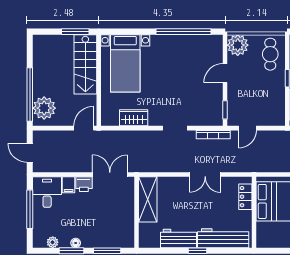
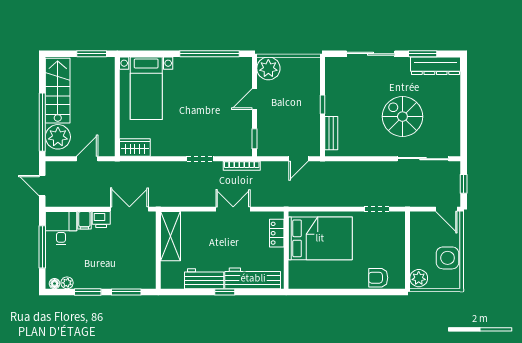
cafe table: (270, 54) -> (304, 78), removed
stairs: (85, 64) -> (58, 91), moved, turned 180
wardrobe: (134, 118) -> (135, 147), moved
door: (84, 128) -> (87, 159), moved
door: (247, 128) -> (298, 159), moved
double door: (205, 175) -> (233, 209), swing flipped
floor lamp: (76, 243) -> (55, 284), moved

